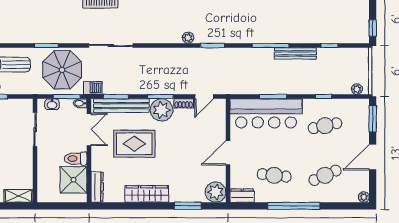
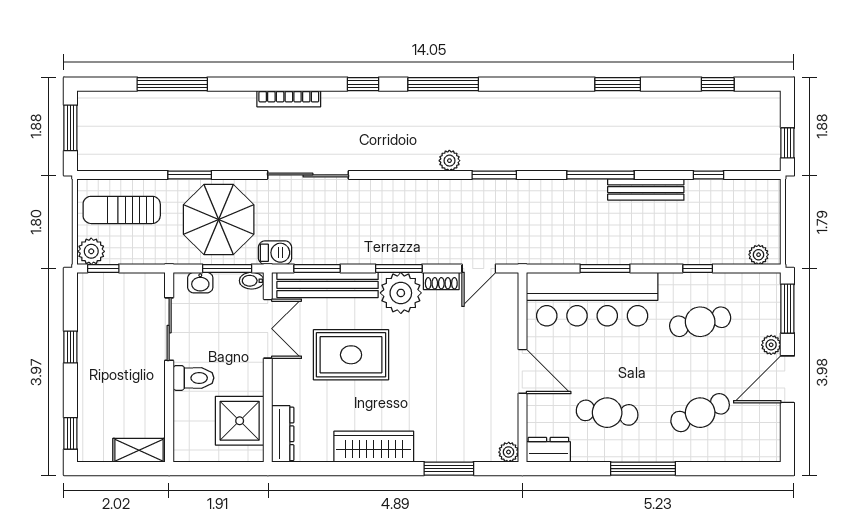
door: (228, 153) -> (522, 371), swing flipped
toilet: (76, 159) -> (193, 378), moved, turned 180
plant: (216, 192) -> (509, 452), width x0.53, depth x0.53
plant: (364, 197) -> (771, 345), moved
window: (294, 206) -> (643, 469), width x0.68

